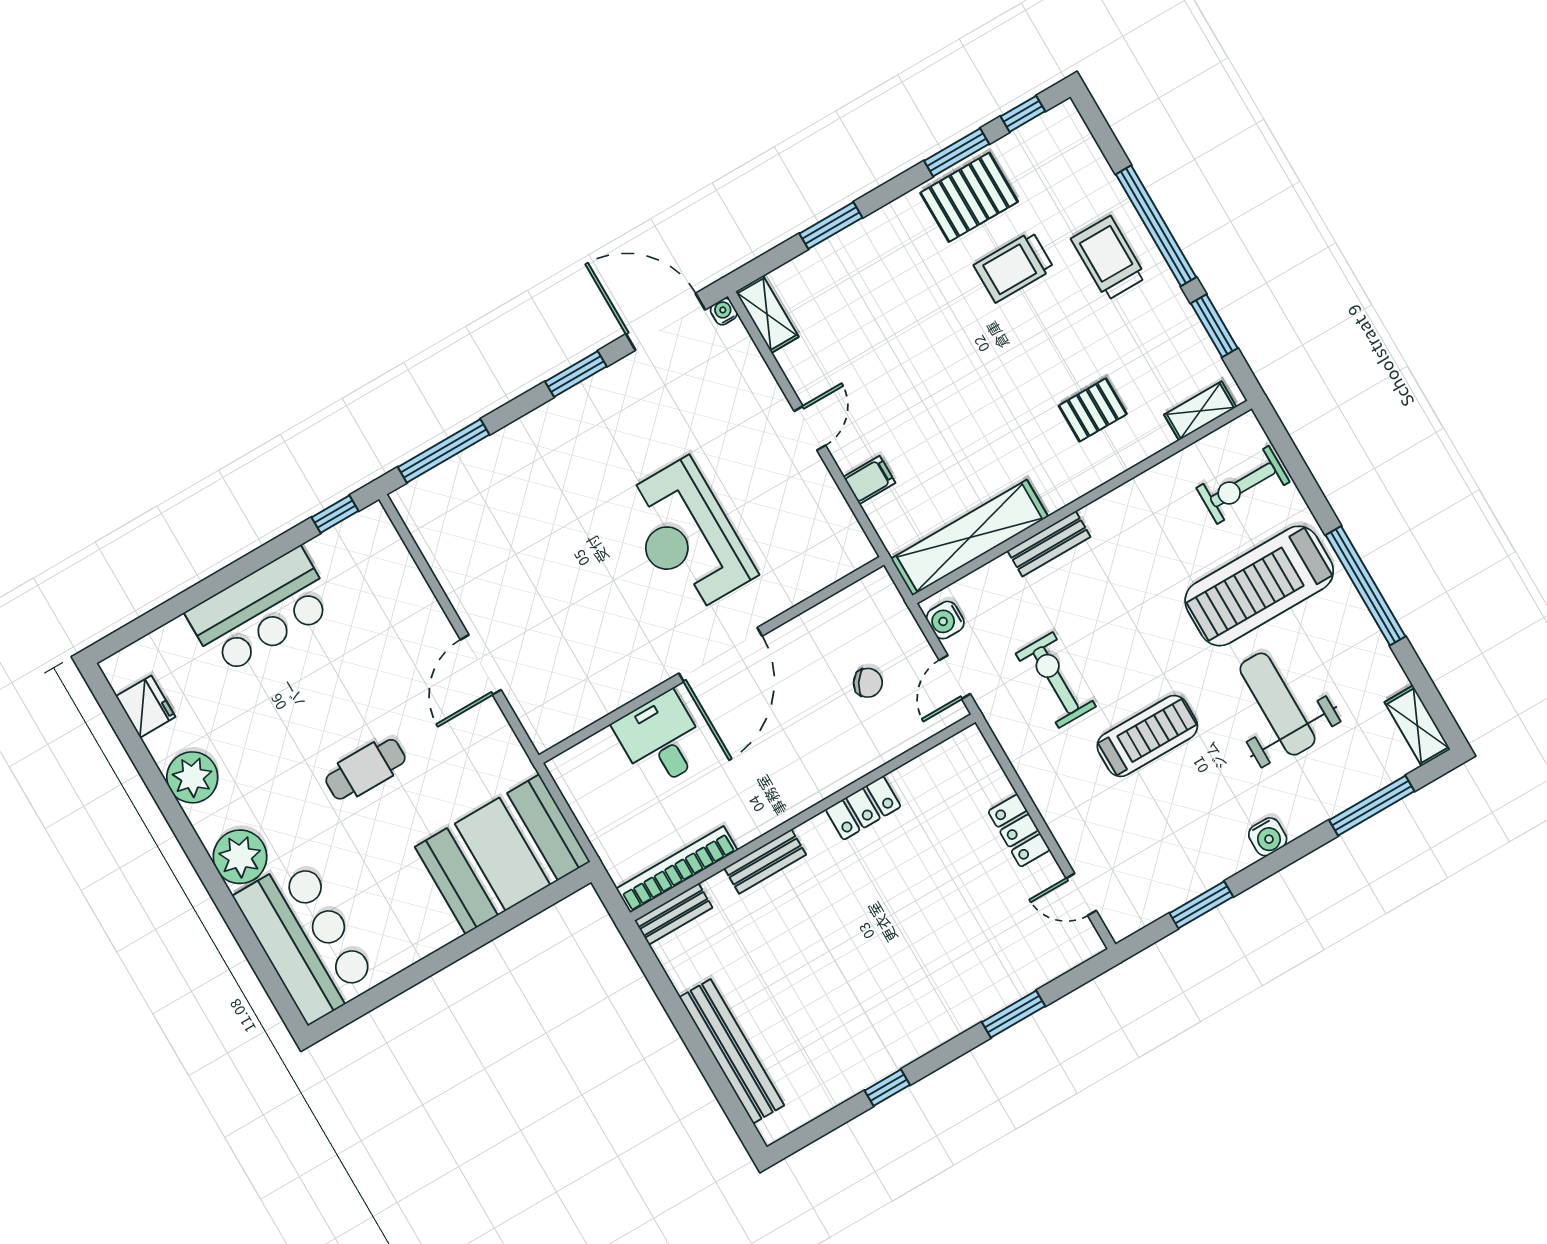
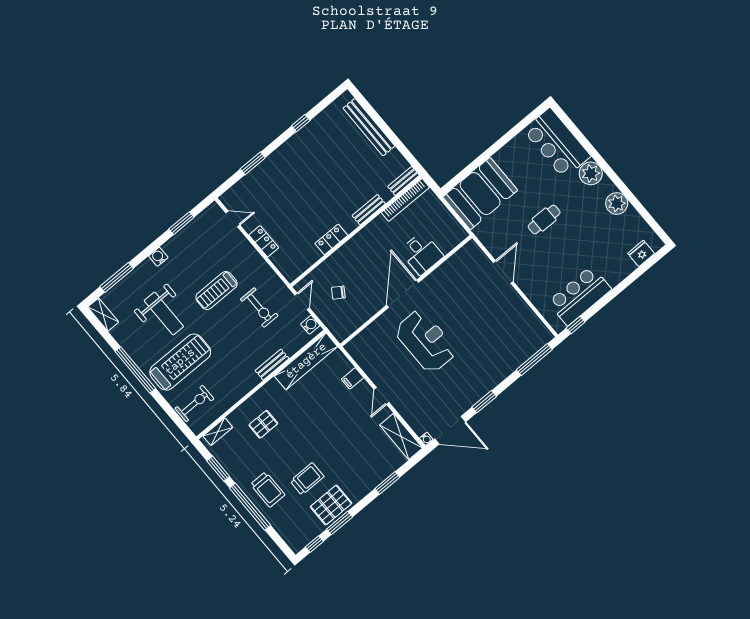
shelving: (767, 314) -> (401, 436), width x1.50, depth x1.33
bar counter: (261, 611) -> (580, 296), moved
fridge: (146, 707) -> (641, 253), moved, turned 90

